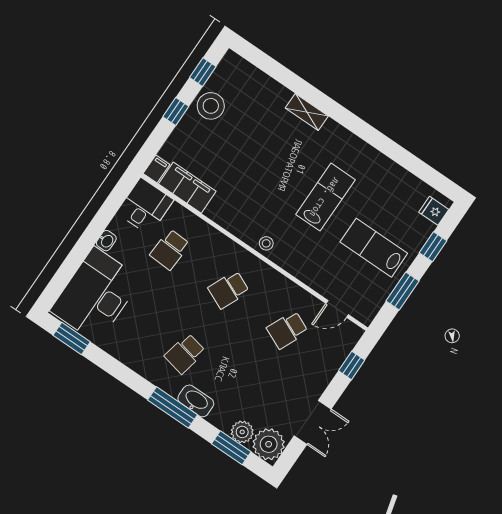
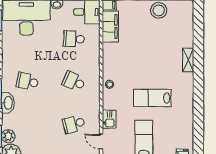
lab bench: (325, 197) -> (152, 98), turned 180
kitchen sink: (314, 277) -> (109, 119), added
school desk: (287, 330) -> (74, 124), turned -39

